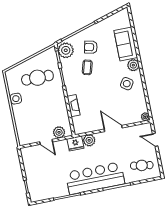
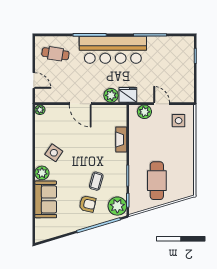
cafe table: (37, 78) -> (157, 181), turned 90
side table: (16, 99) -> (179, 121), moved

